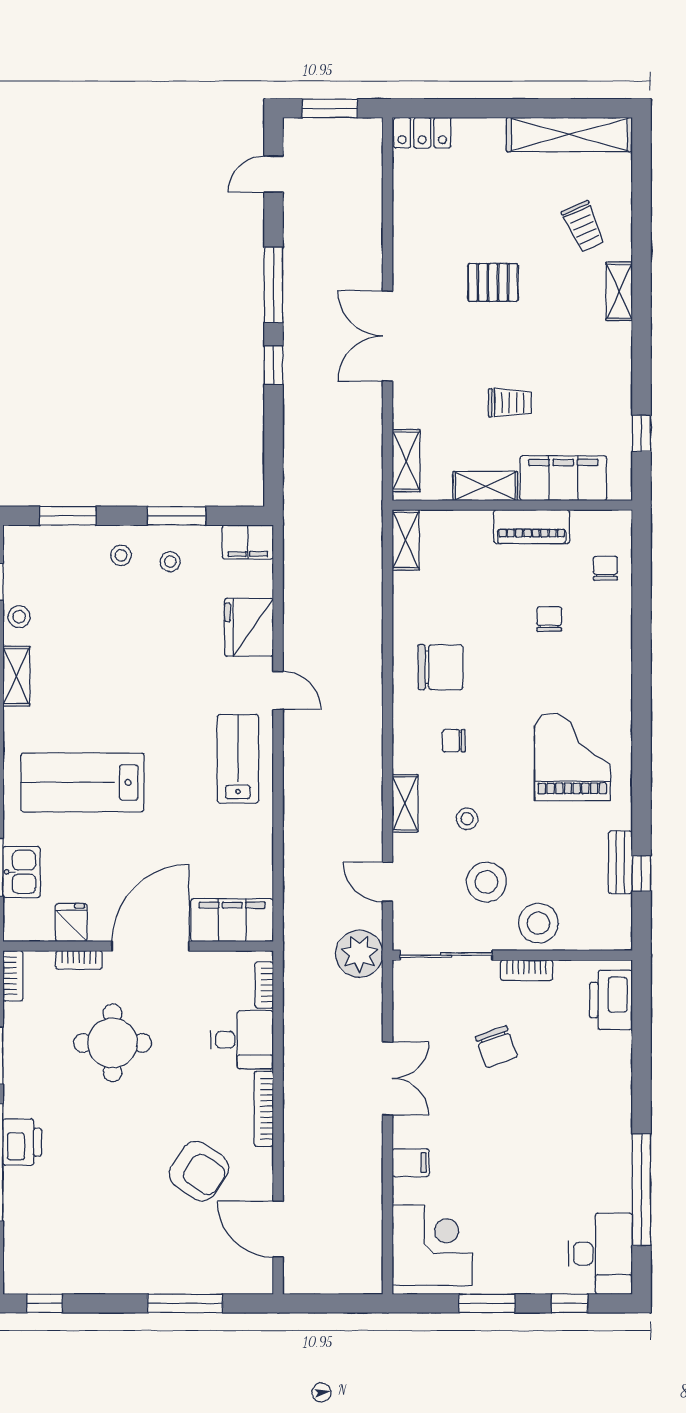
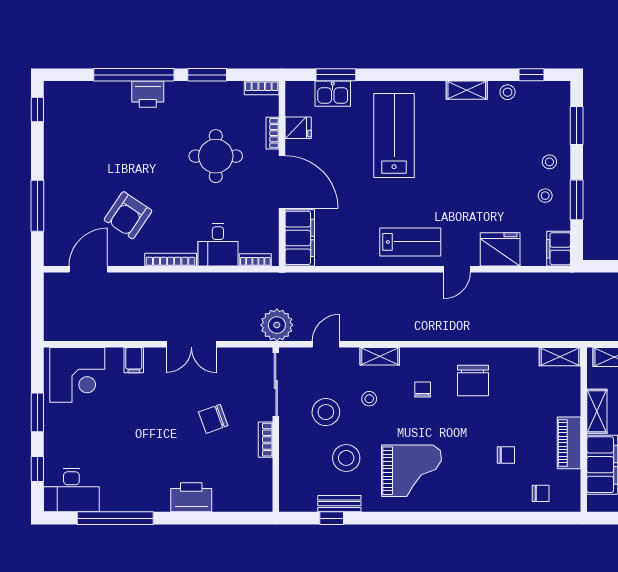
stool: (538, 923) -> (346, 458), moved
printer: (611, 1000) -> (191, 497), moved

